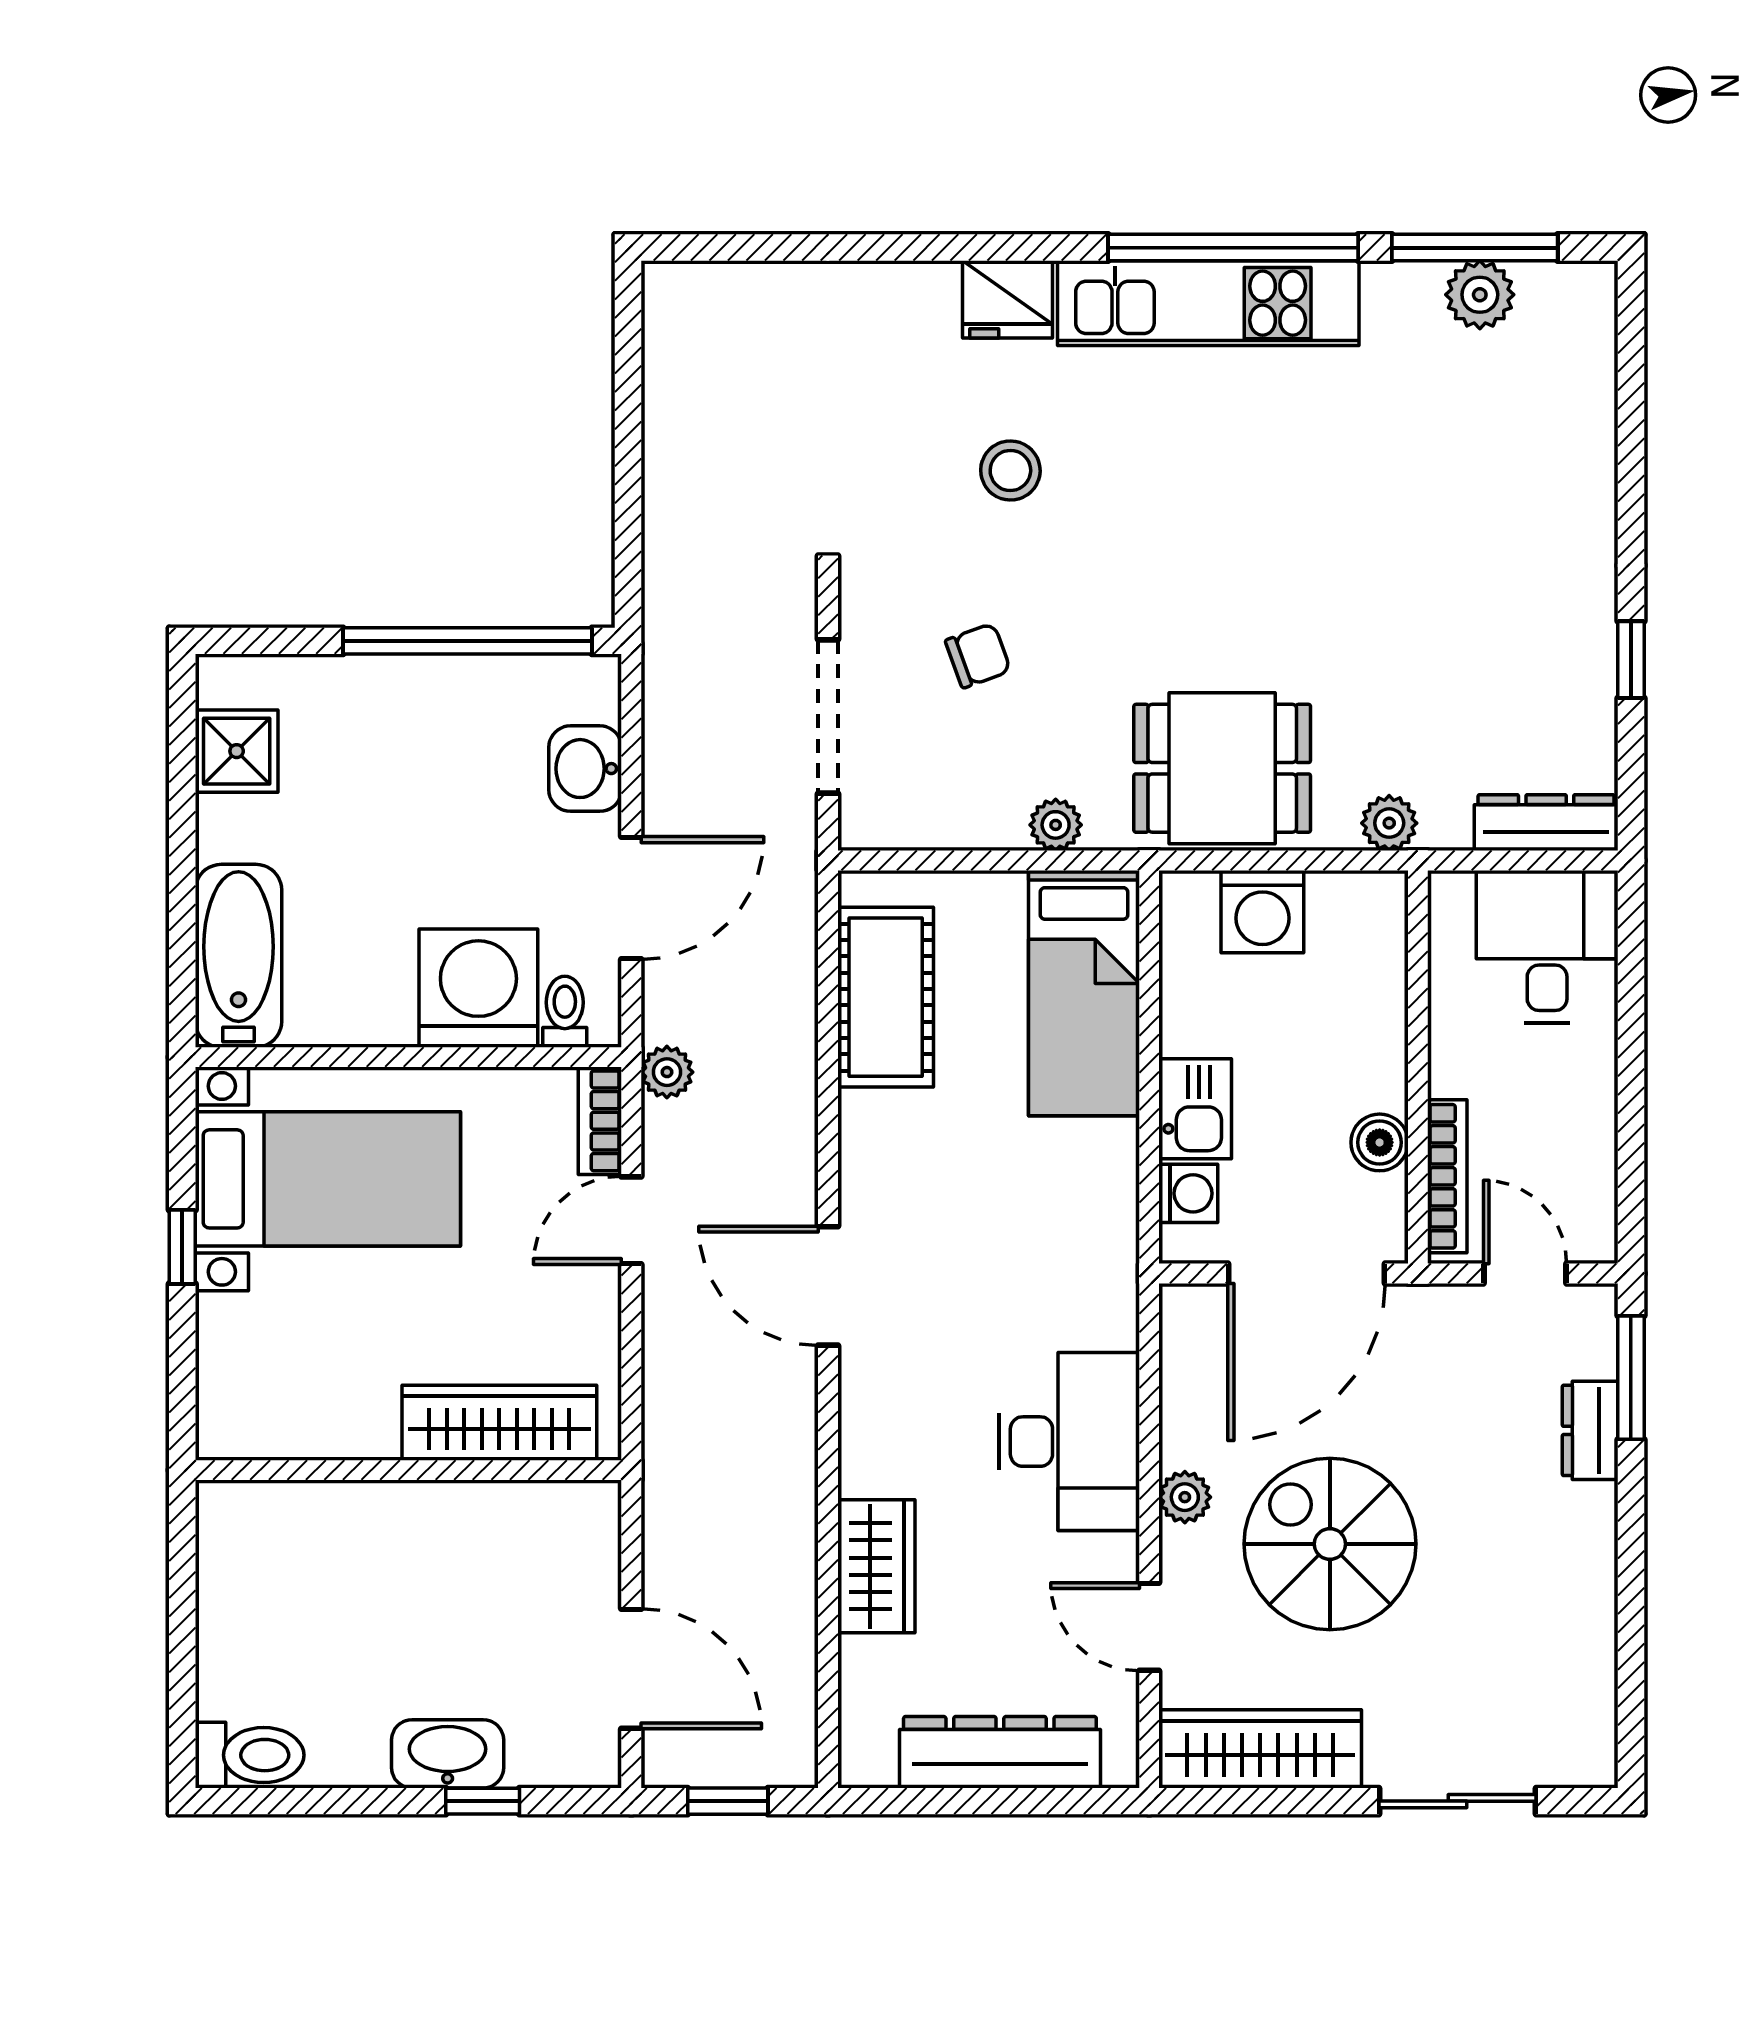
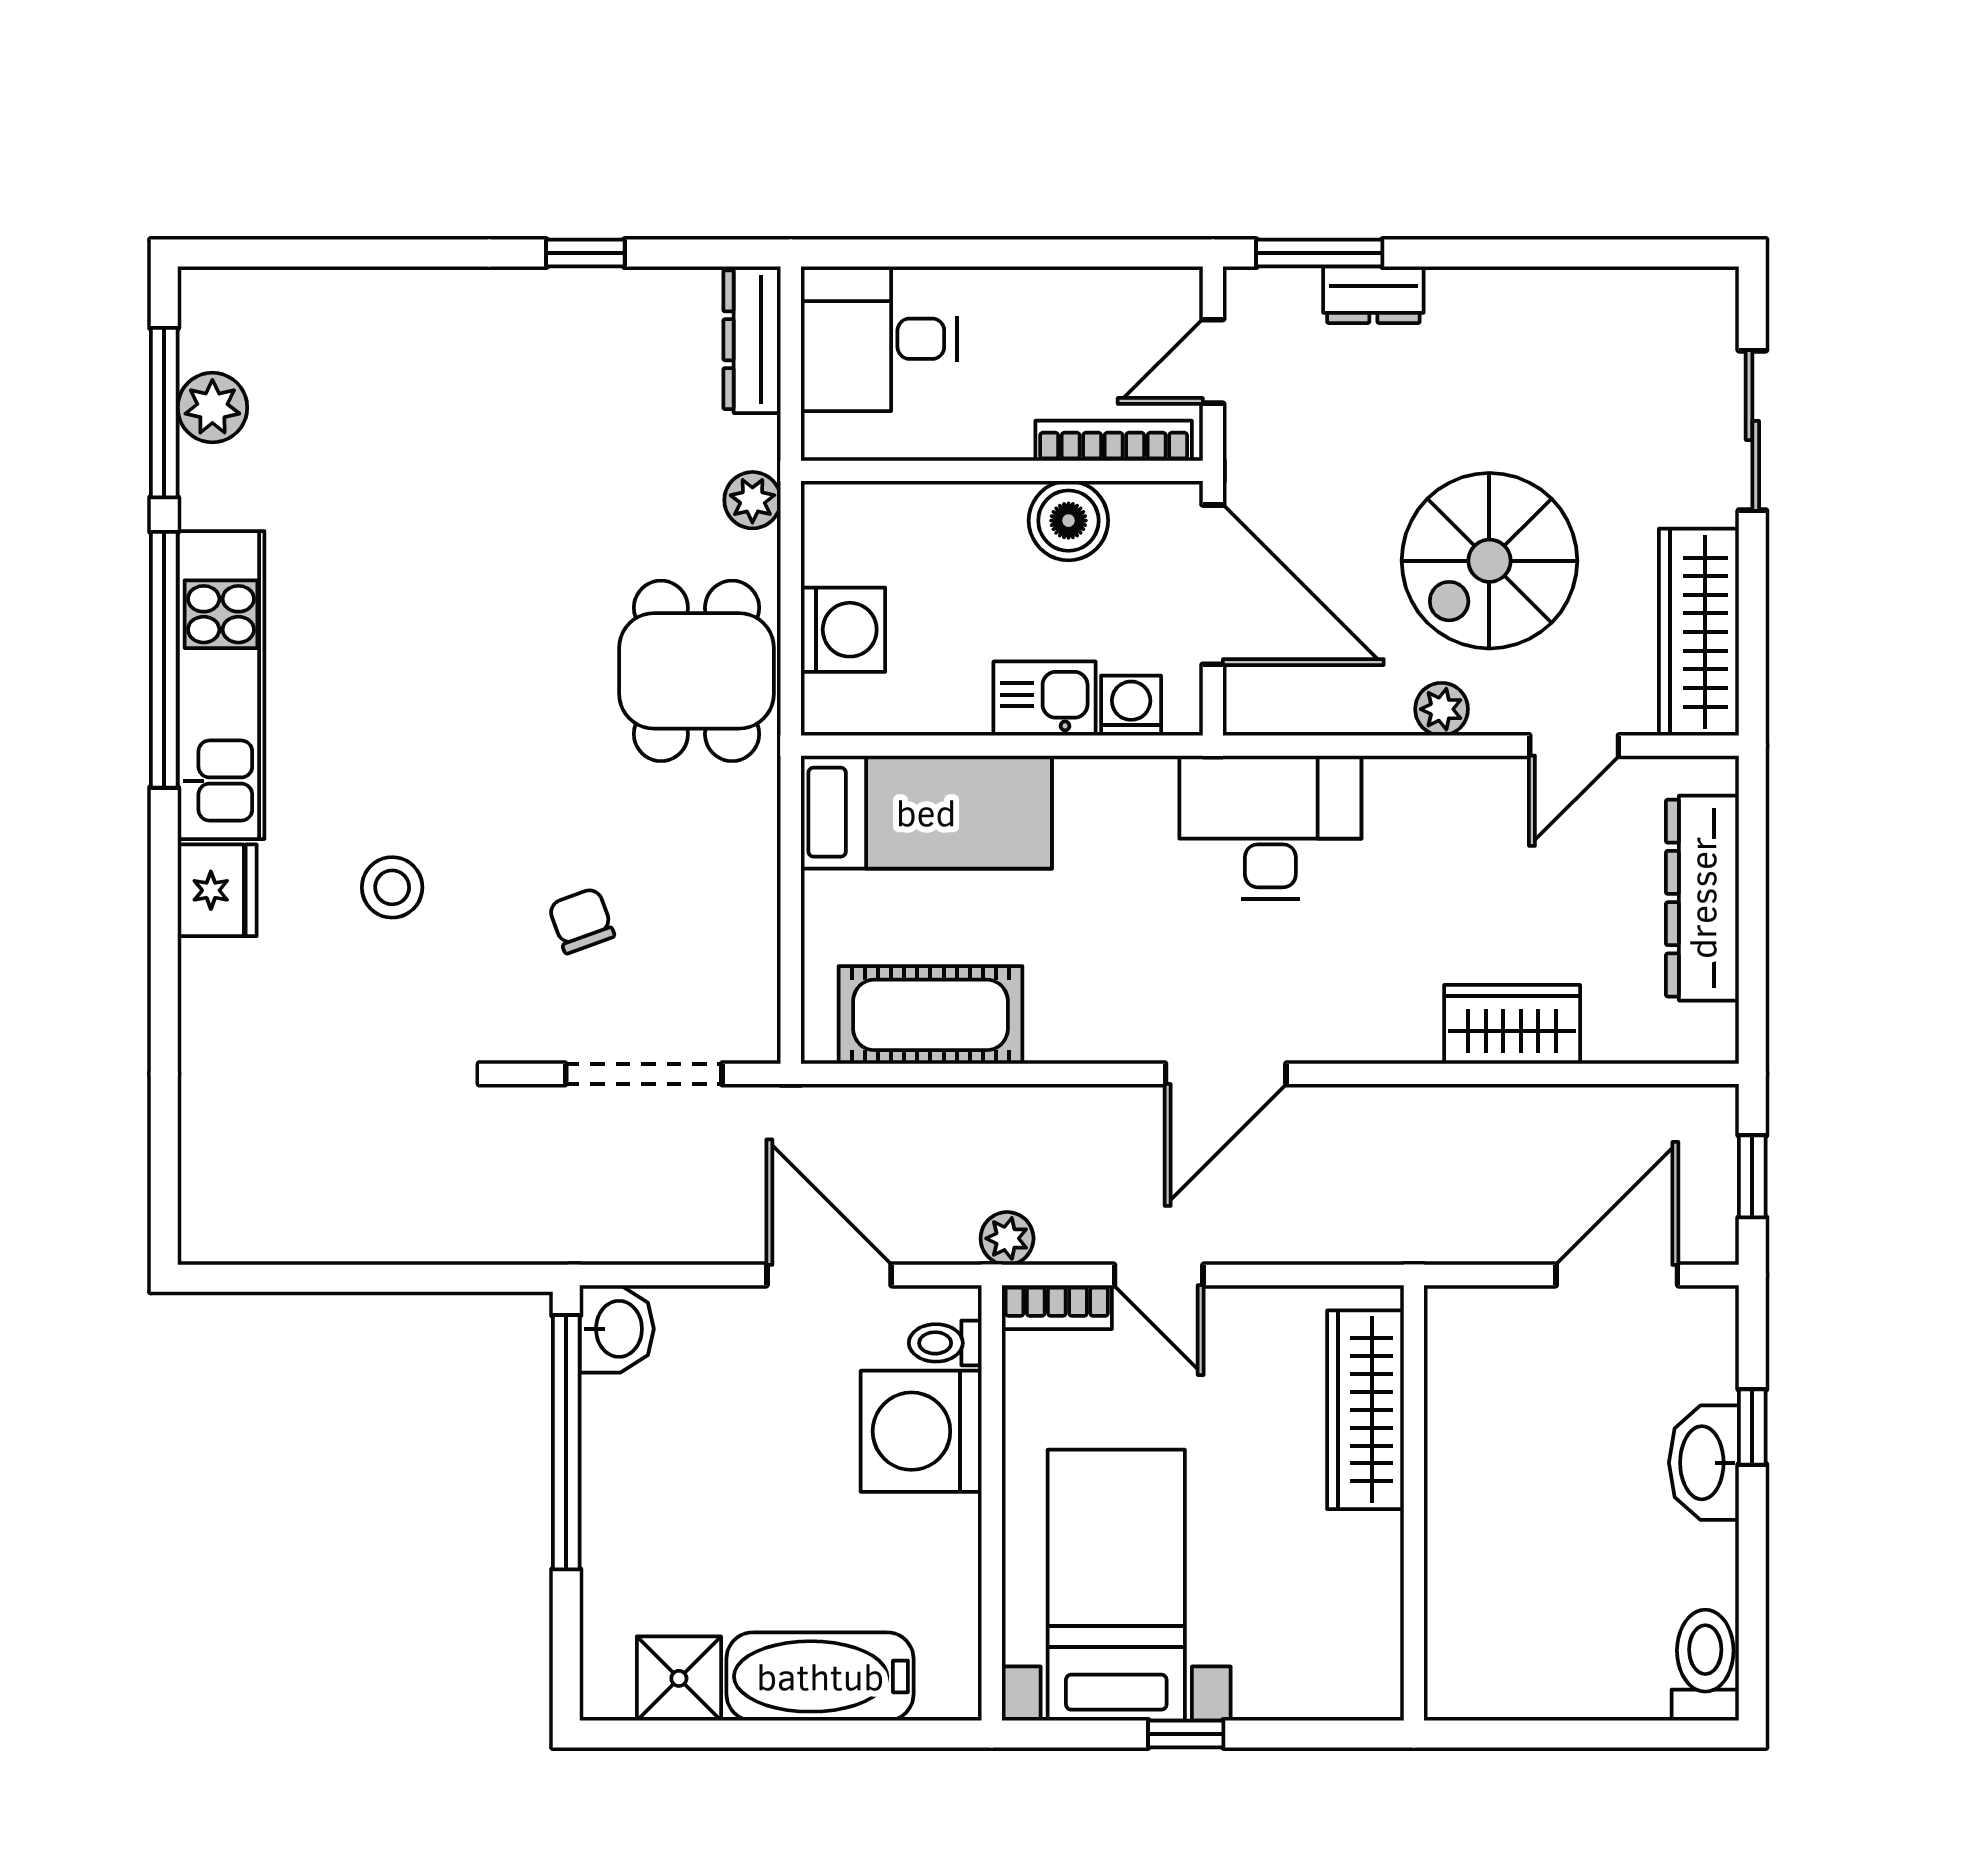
washbasin: (585, 769) -> (617, 1329), moved, turned -90
plant: (1056, 825) -> (754, 841), removed
bathtub: (239, 956) -> (820, 1676), moved
boiler: (1380, 1142) -> (1068, 521), width x1.36, depth x1.36
desk: (1069, 1442) -> (1270, 827), moved

